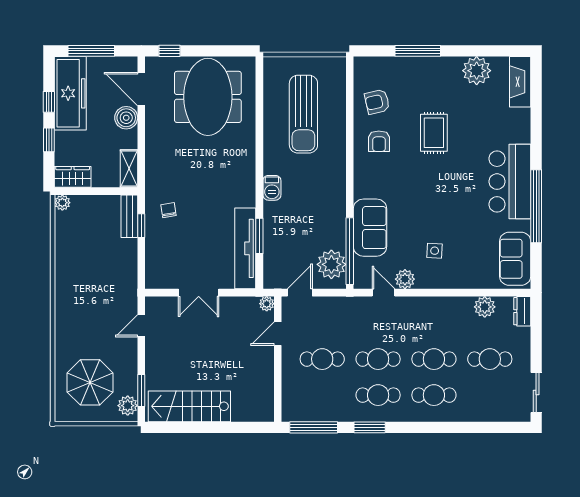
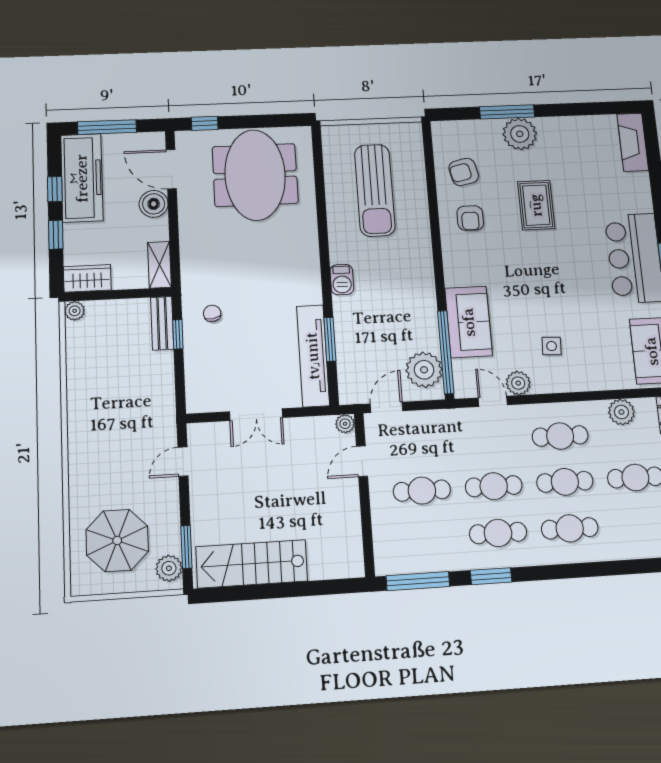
plant: (477, 71) -> (520, 134), moved
cafe table: (434, 323) -> (560, 436), added

